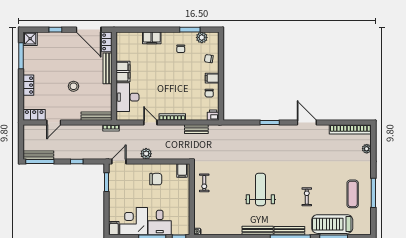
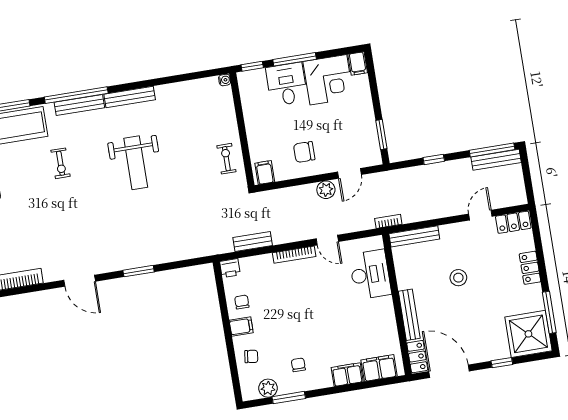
shower: (30, 39) -> (528, 334), width x1.86, depth x1.86
filing cabinet: (123, 72) -> (379, 368), moved, turned 90
door: (119, 161) -> (349, 173), moved

